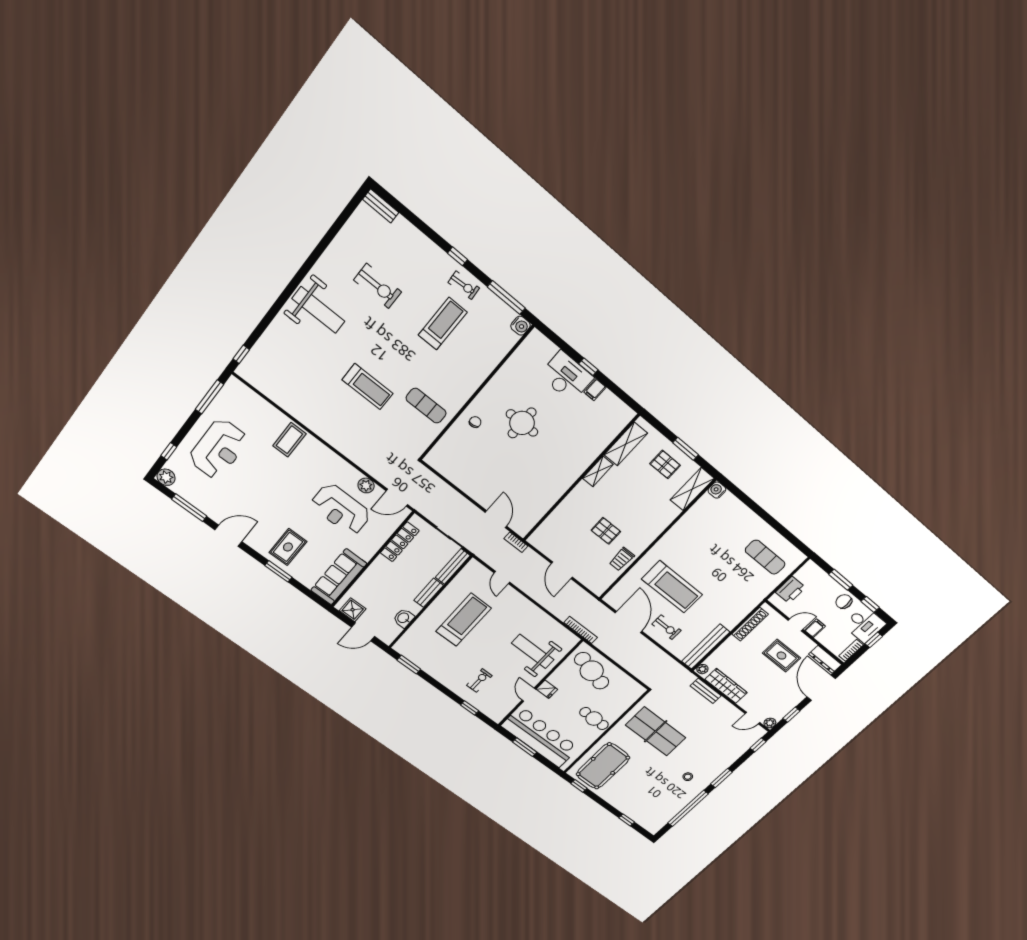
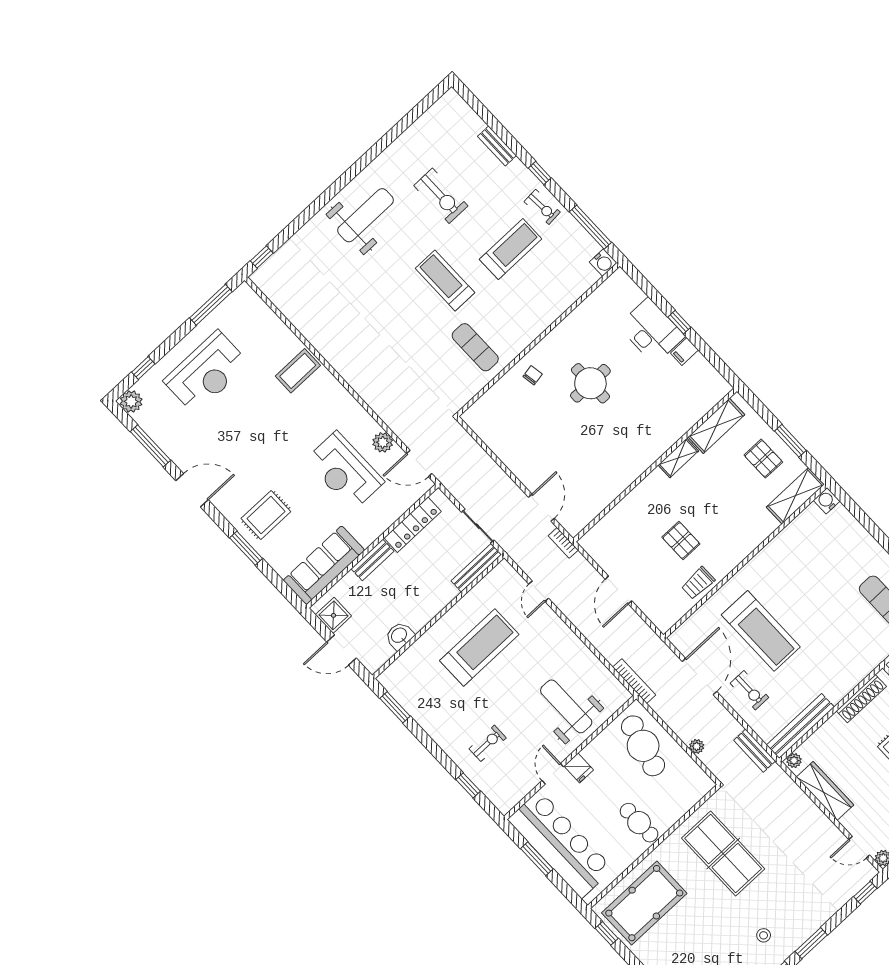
bench: (381, 206) -> (497, 146), moved
weight bench: (318, 310) -> (365, 215), turned -90
treadmill: (368, 387) -> (445, 281), moved, turned 180
bench: (429, 593) -> (372, 560), moved
plant: (631, 667) -> (697, 746), added
bench: (706, 691) -> (755, 751), moved

